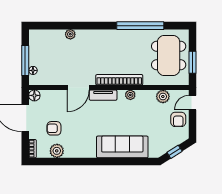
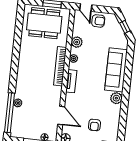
window: (140, 26) -> (9, 113), moved
door: (78, 87) -> (61, 116), moved
plant: (163, 97) -> (77, 42), moved
plant: (57, 151) -> (116, 98), moved

